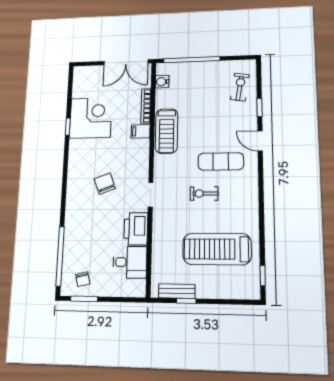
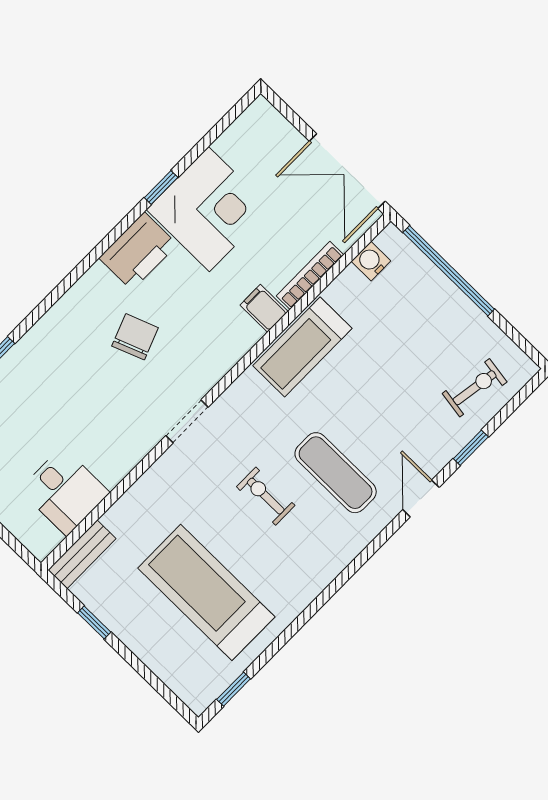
printer: (136, 229) -> (138, 251), moved, turned 180
bench: (177, 291) -> (82, 554), moved, turned 90

